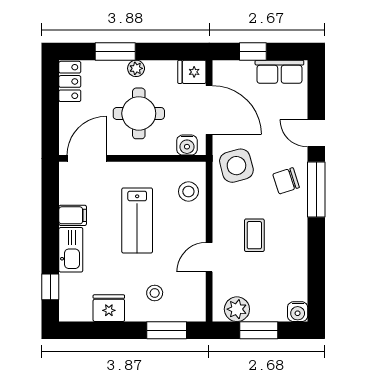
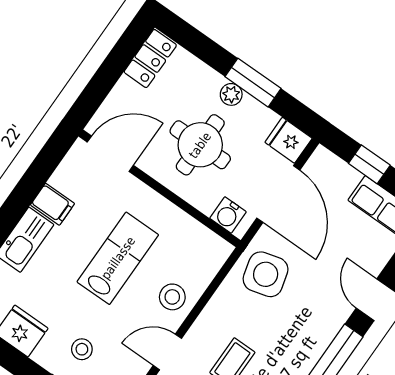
window: (115, 51) -> (253, 83), moved
chair: (286, 181) -> (307, 328), removed
stool: (188, 192) -> (172, 297), moved
lab bench: (137, 220) -> (118, 258), turned 180

